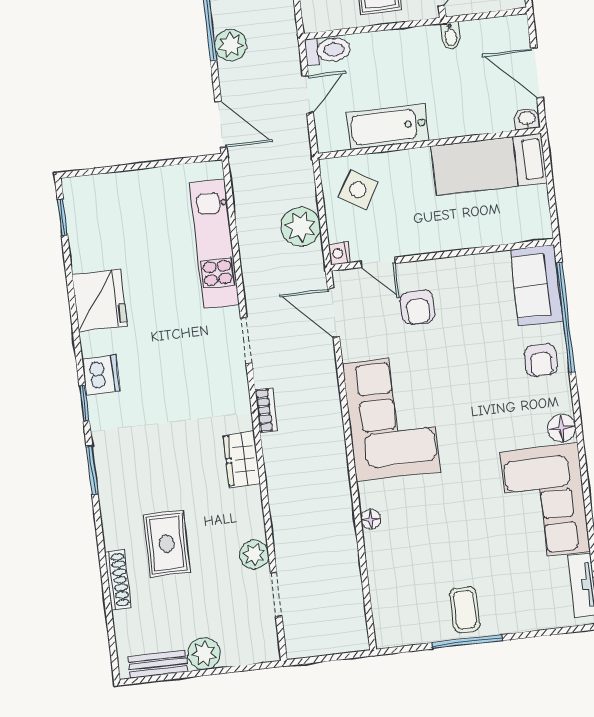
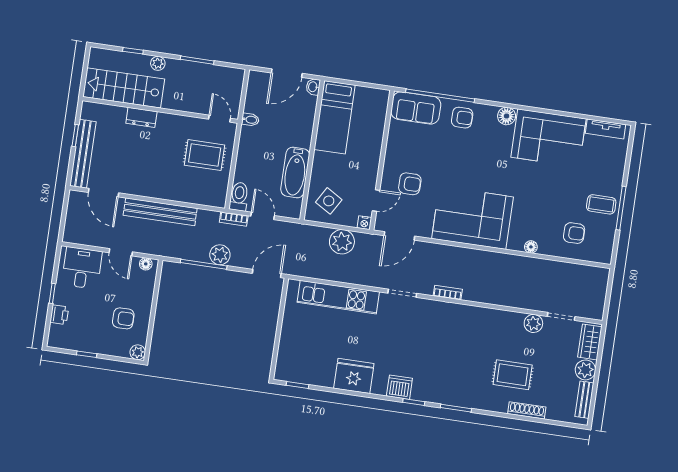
bookcase: (291, 51) -> (234, 219), added
wardrobe: (242, 459) -> (590, 342), moved, turned 90
armchair: (410, 580) -> (574, 233), added

